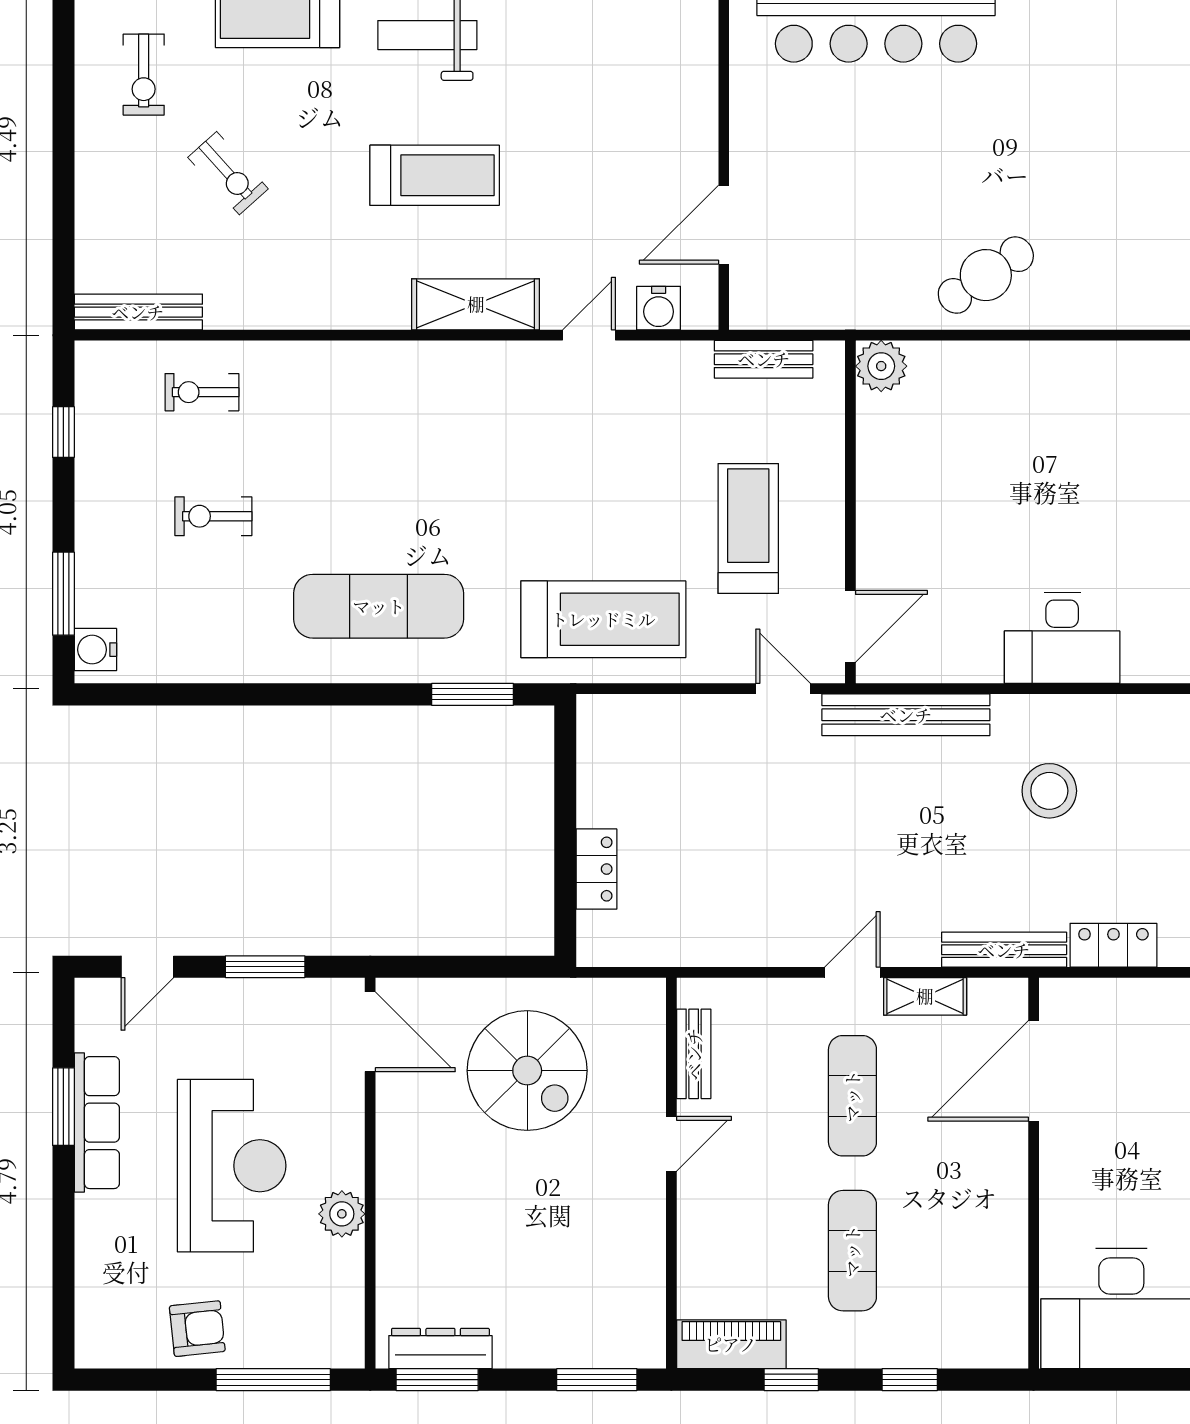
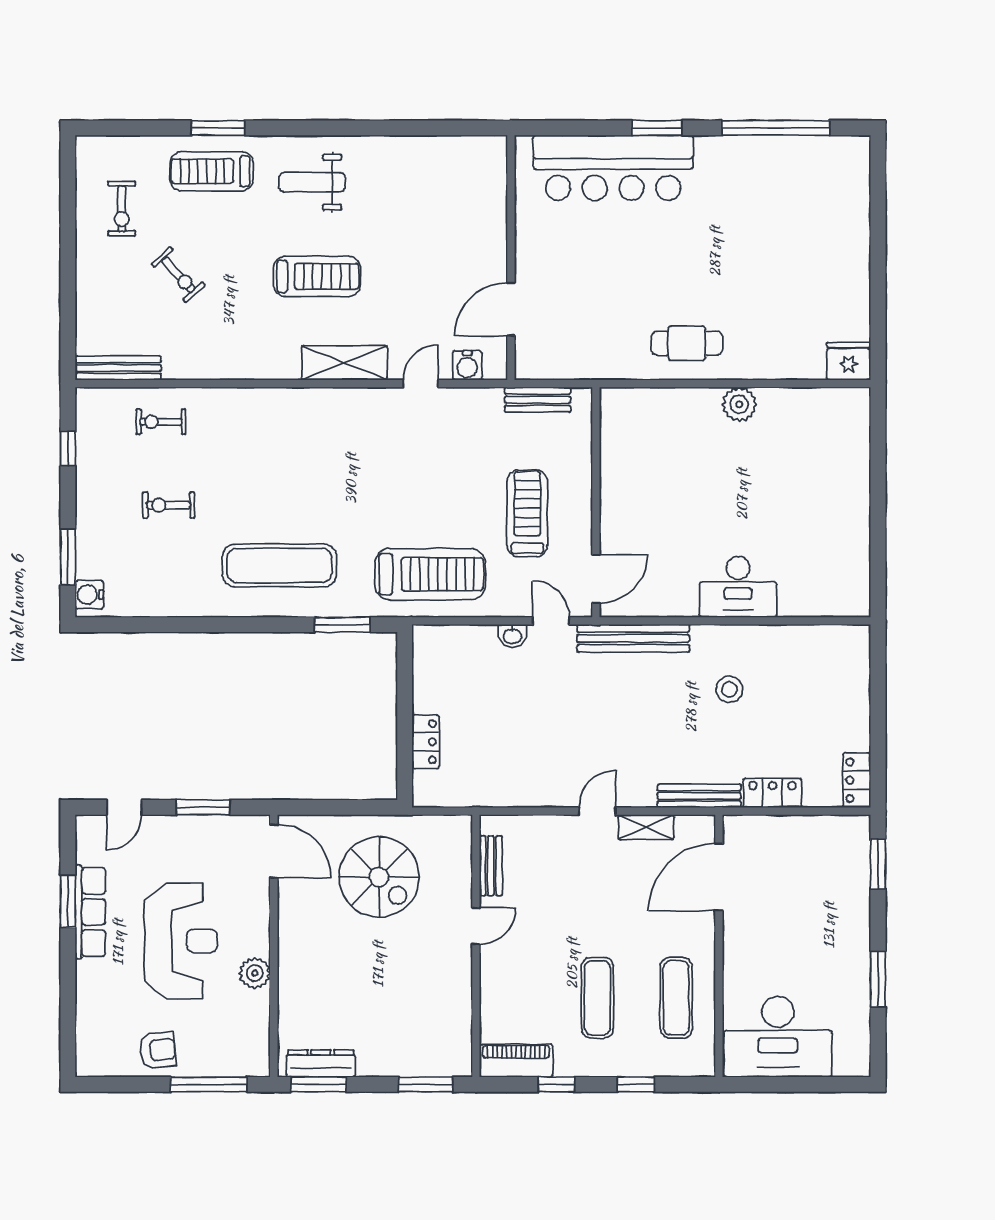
cafe table: (986, 275) -> (687, 343), turned 34
plant: (881, 366) -> (739, 404), moved
washbasin: (726, 711) -> (512, 636), added
stool: (1049, 791) -> (729, 689), width x0.73, depth x0.73
exercise mat: (852, 1096) -> (676, 998), moved

